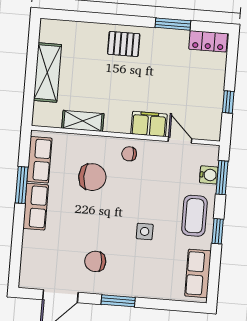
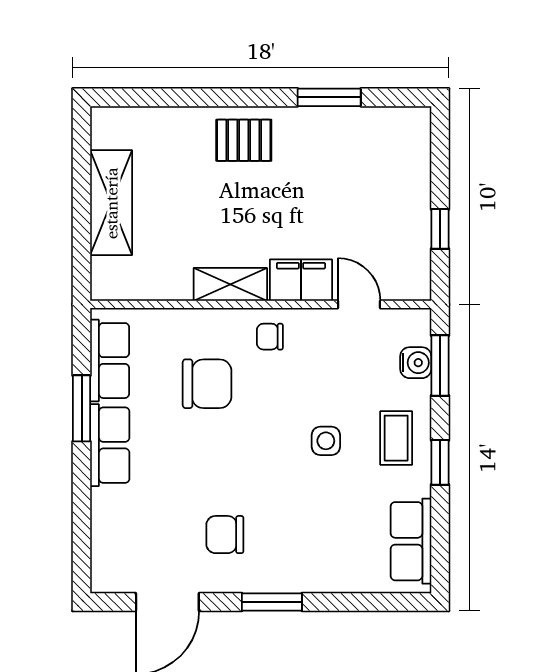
locker: (208, 41) -> (395, 123), removed
shelving: (83, 121) -> (230, 284), moved
coffee table: (194, 216) -> (396, 438), width x0.73, depth x0.77
side table: (145, 231) -> (326, 441), moved

